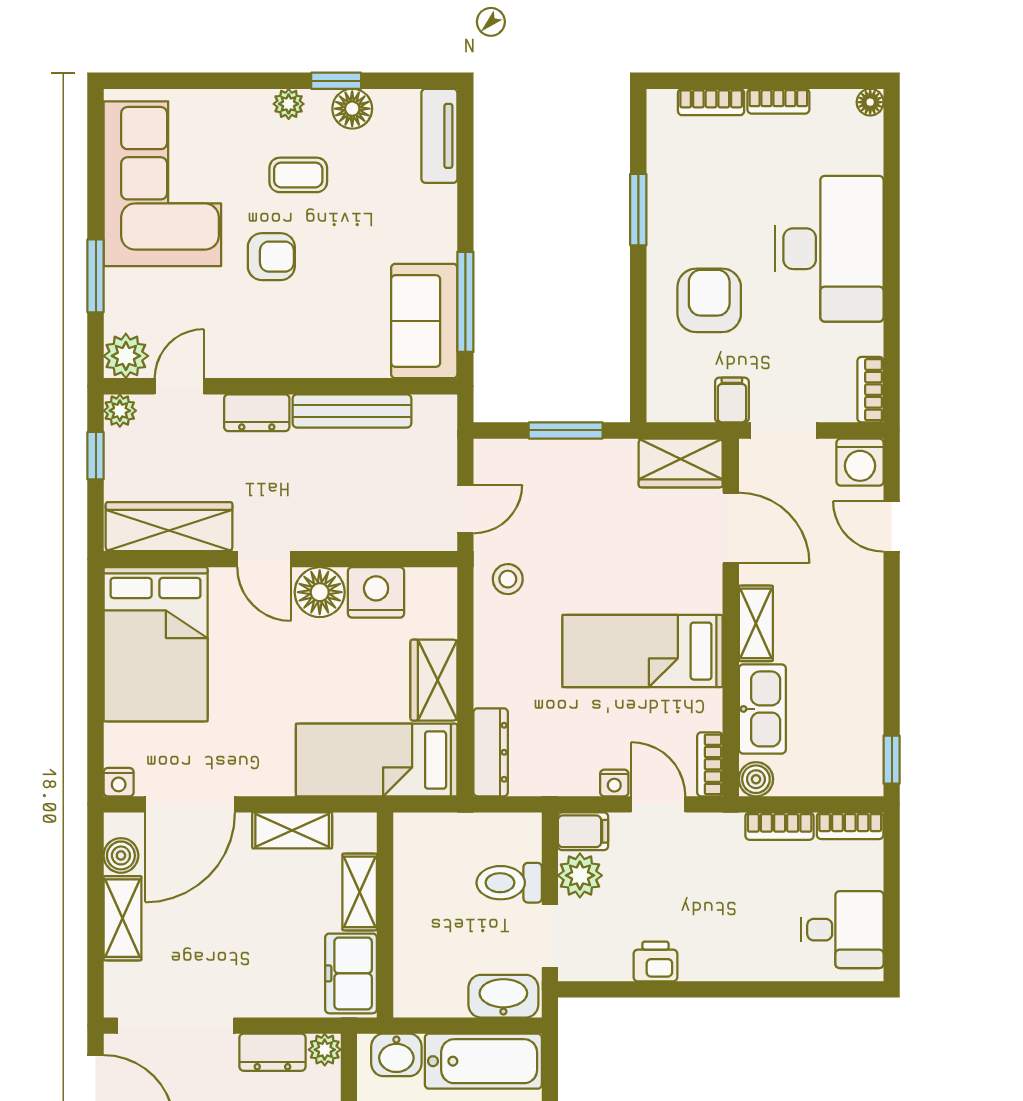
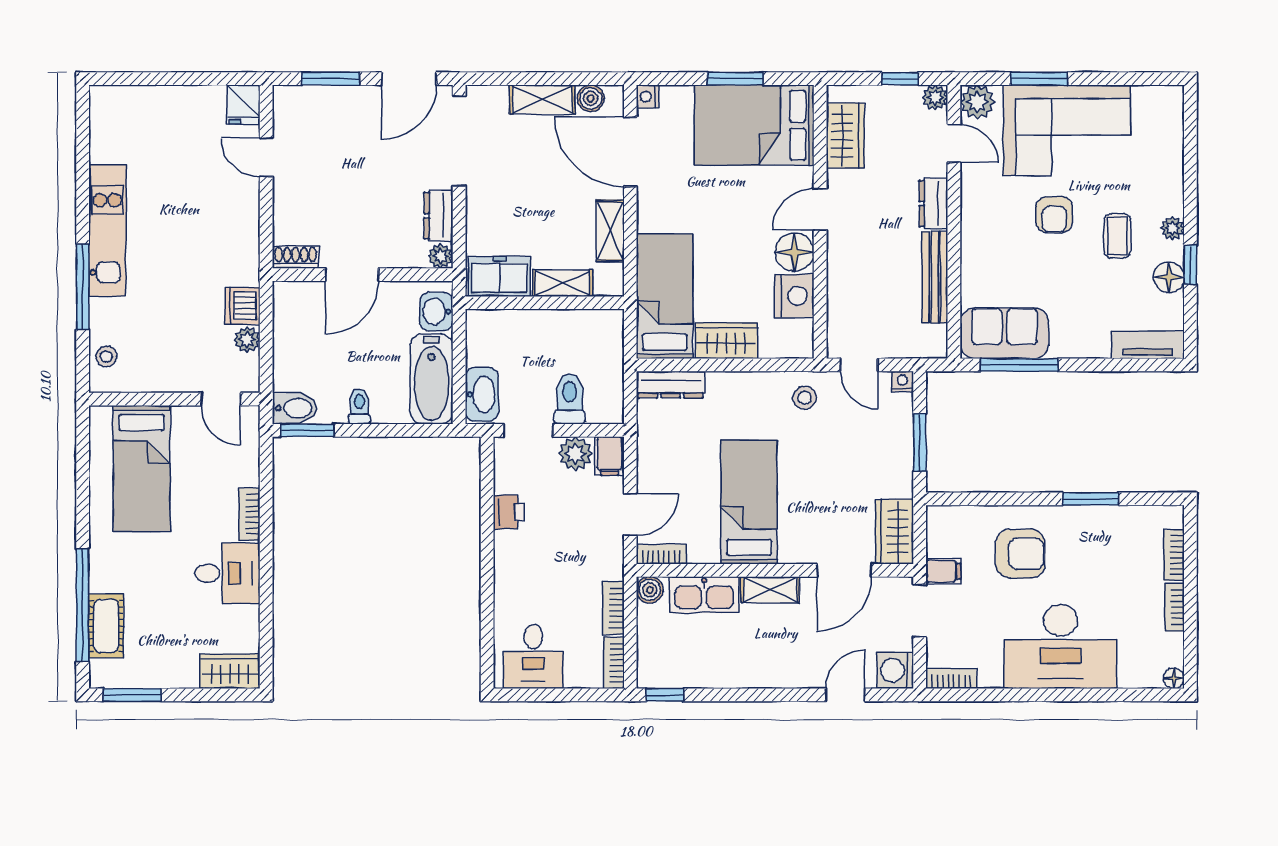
corner sofa: (162, 184) -> (1067, 130), moved
wardrobe: (169, 527) -> (845, 136), width x0.67
window: (96, 669) -> (735, 79), added
nightstand: (614, 783) -> (902, 382), moved, turned 90

